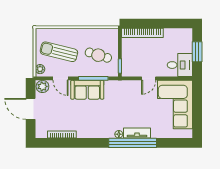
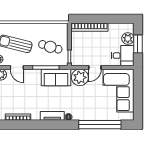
plant: (186, 46) -> (128, 38), added
sofa: (87, 90) -> (56, 78), moved
plant: (132, 90) -> (80, 77), added
tv unit: (137, 133) -> (52, 116), moved
window: (133, 143) -> (100, 125), moved

